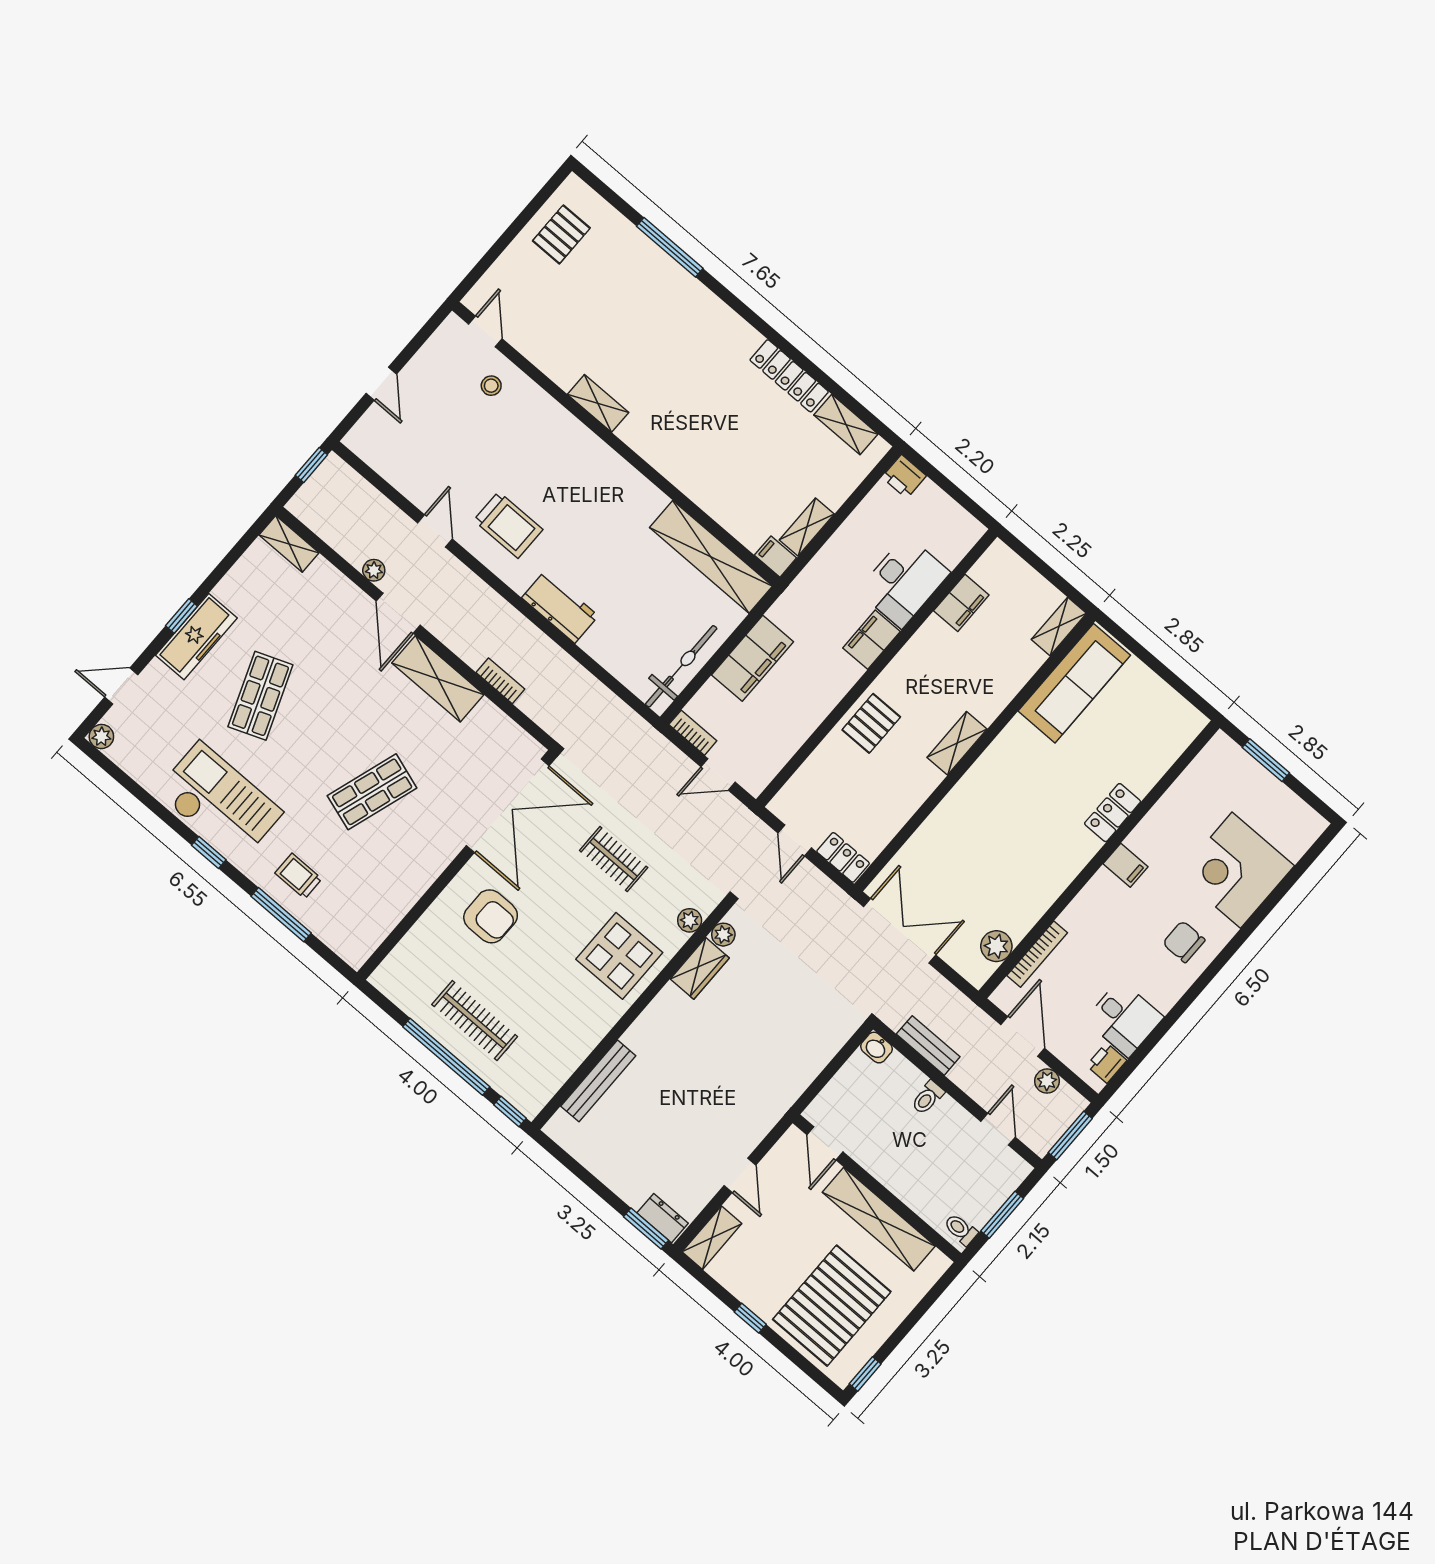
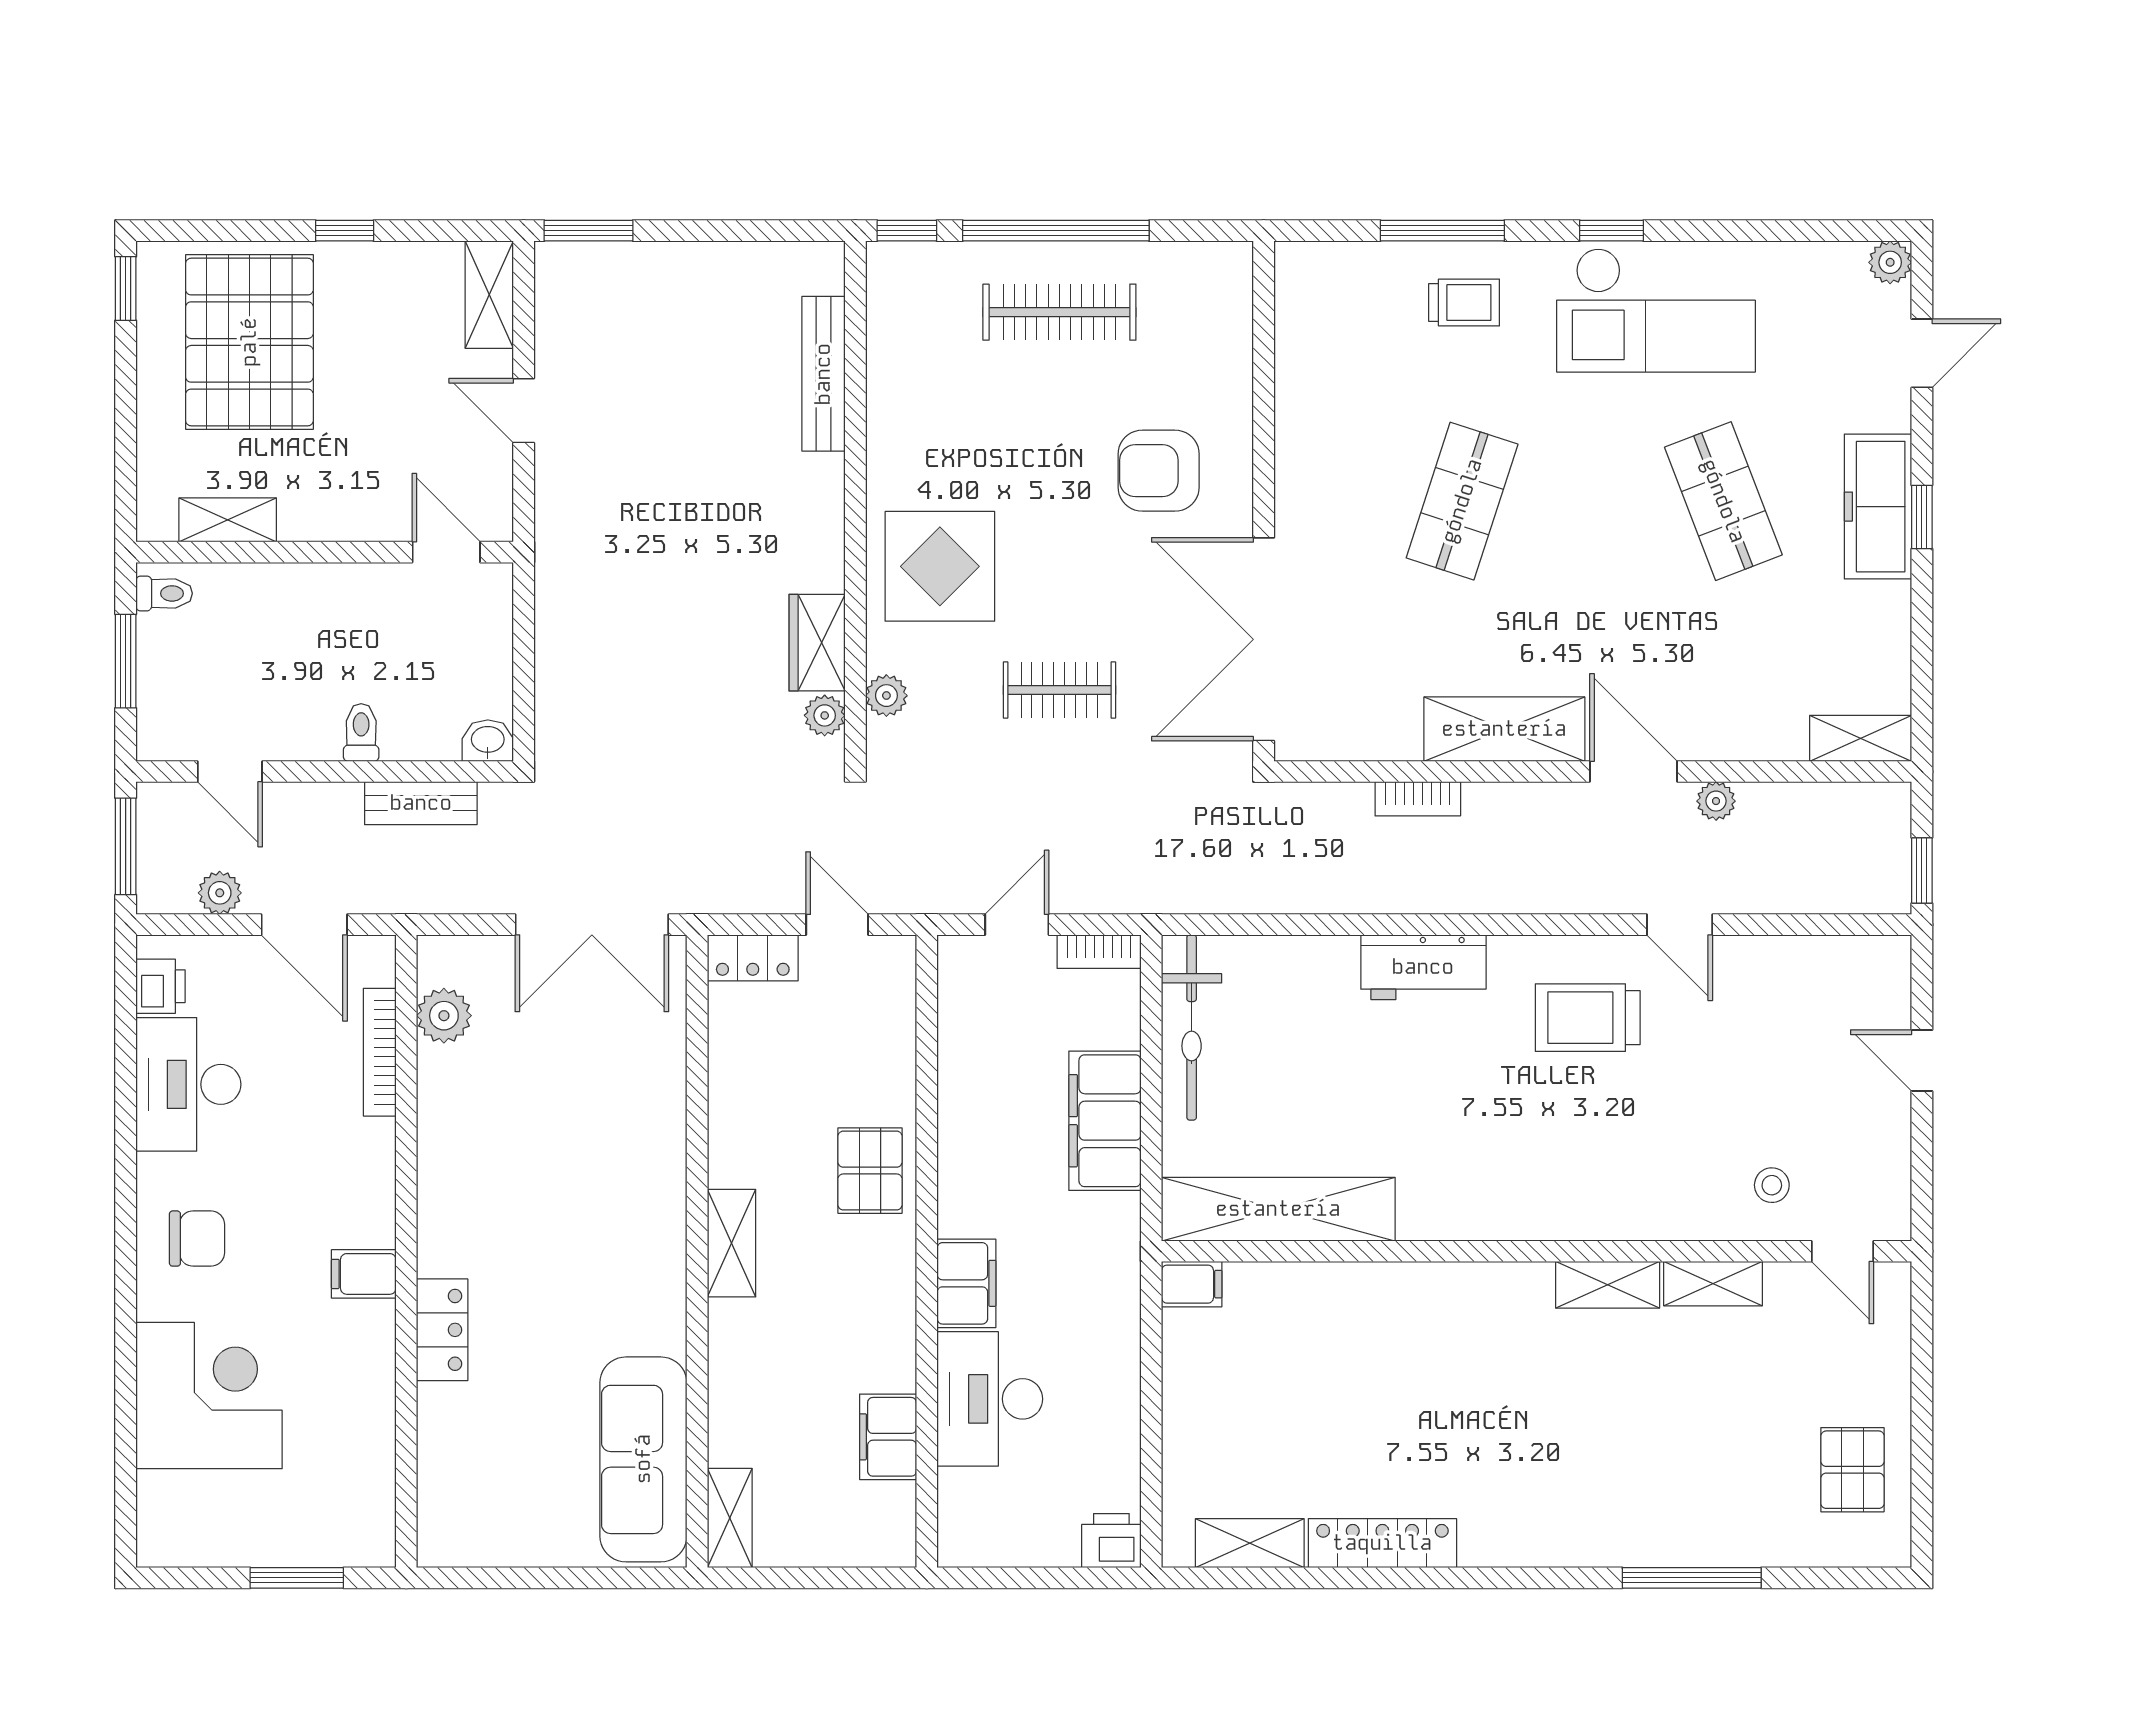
shelving: (807, 527) -> (1713, 1284), moved, turned 90
desk: (1124, 1019) -> (188, 1084), width x1.37
dresser: (663, 1218) -> (578, 264), removed
shelving: (879, 1219) -> (228, 520), width x0.45, depth x0.75

